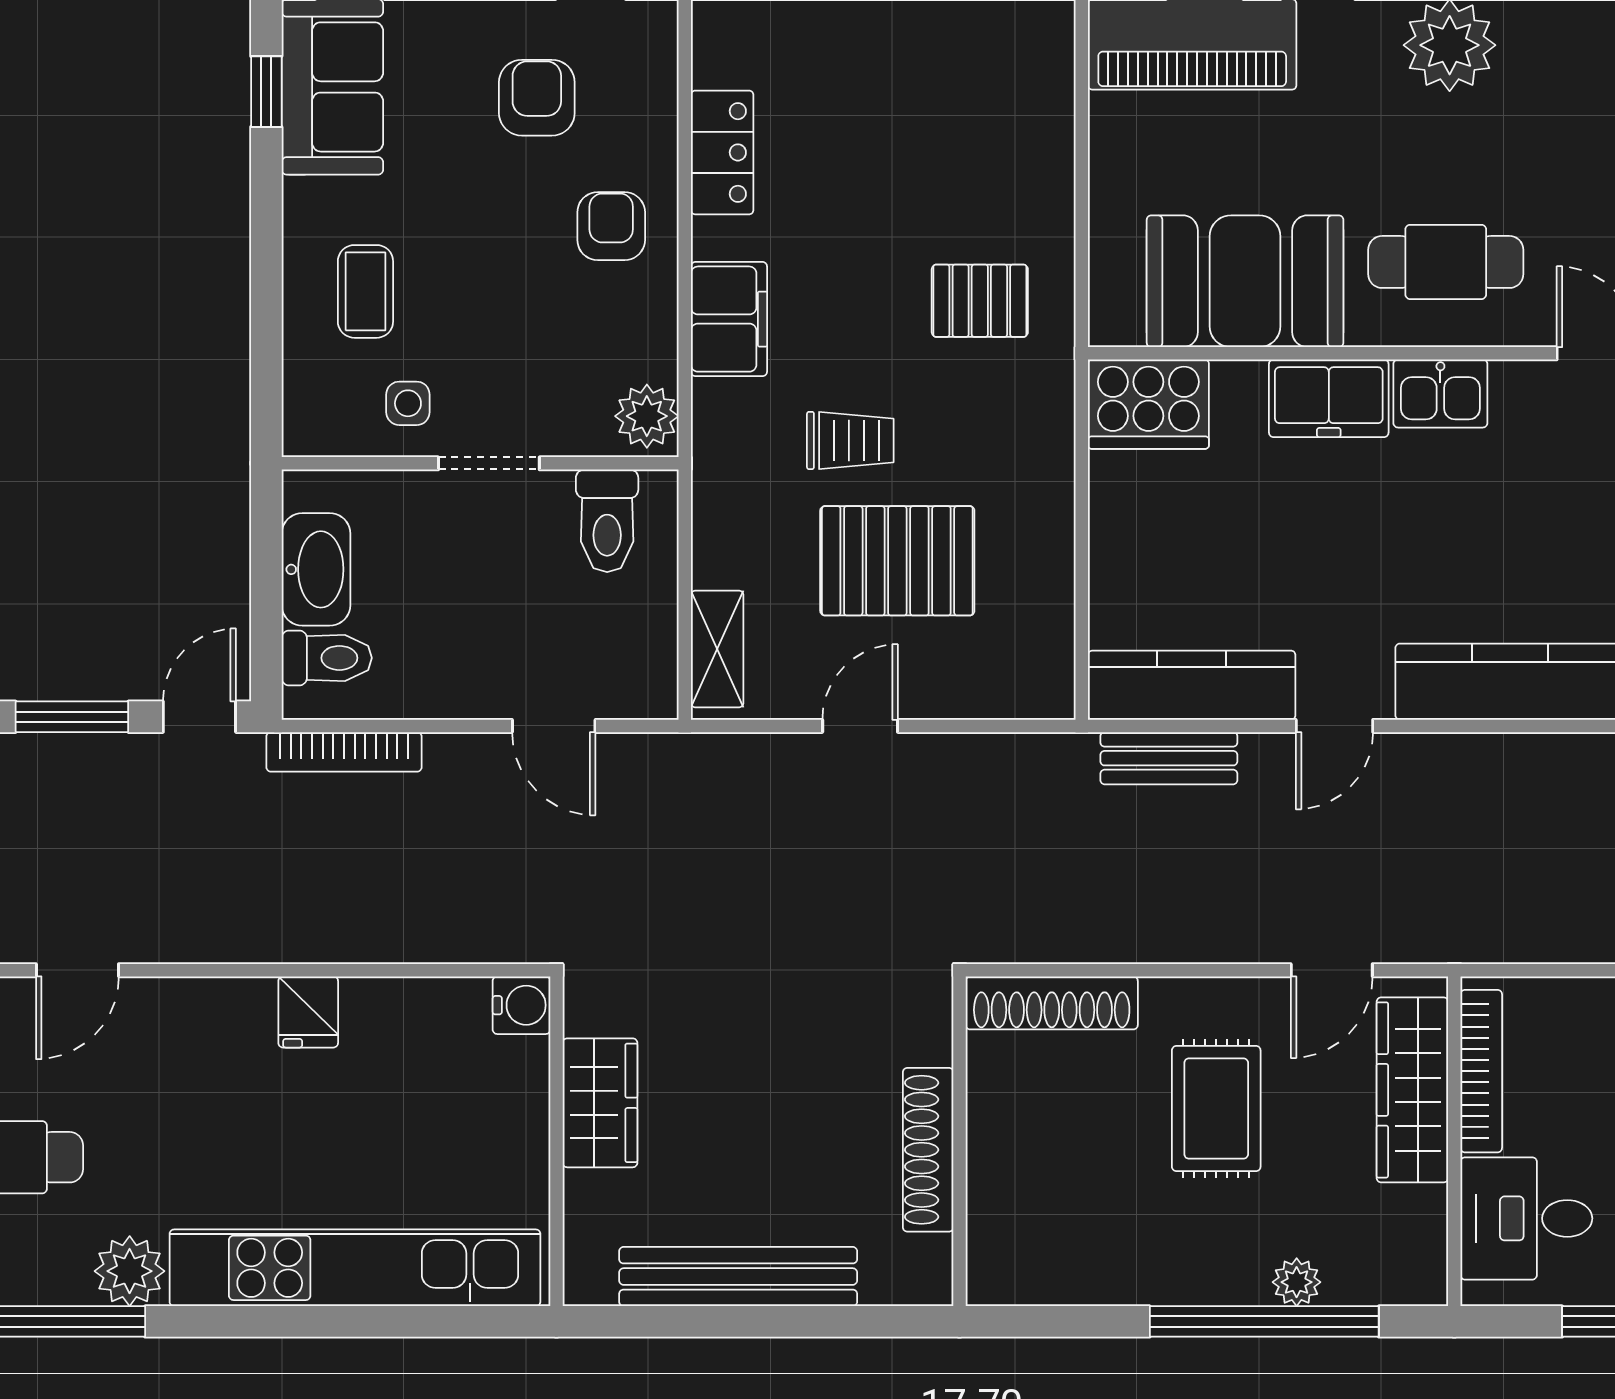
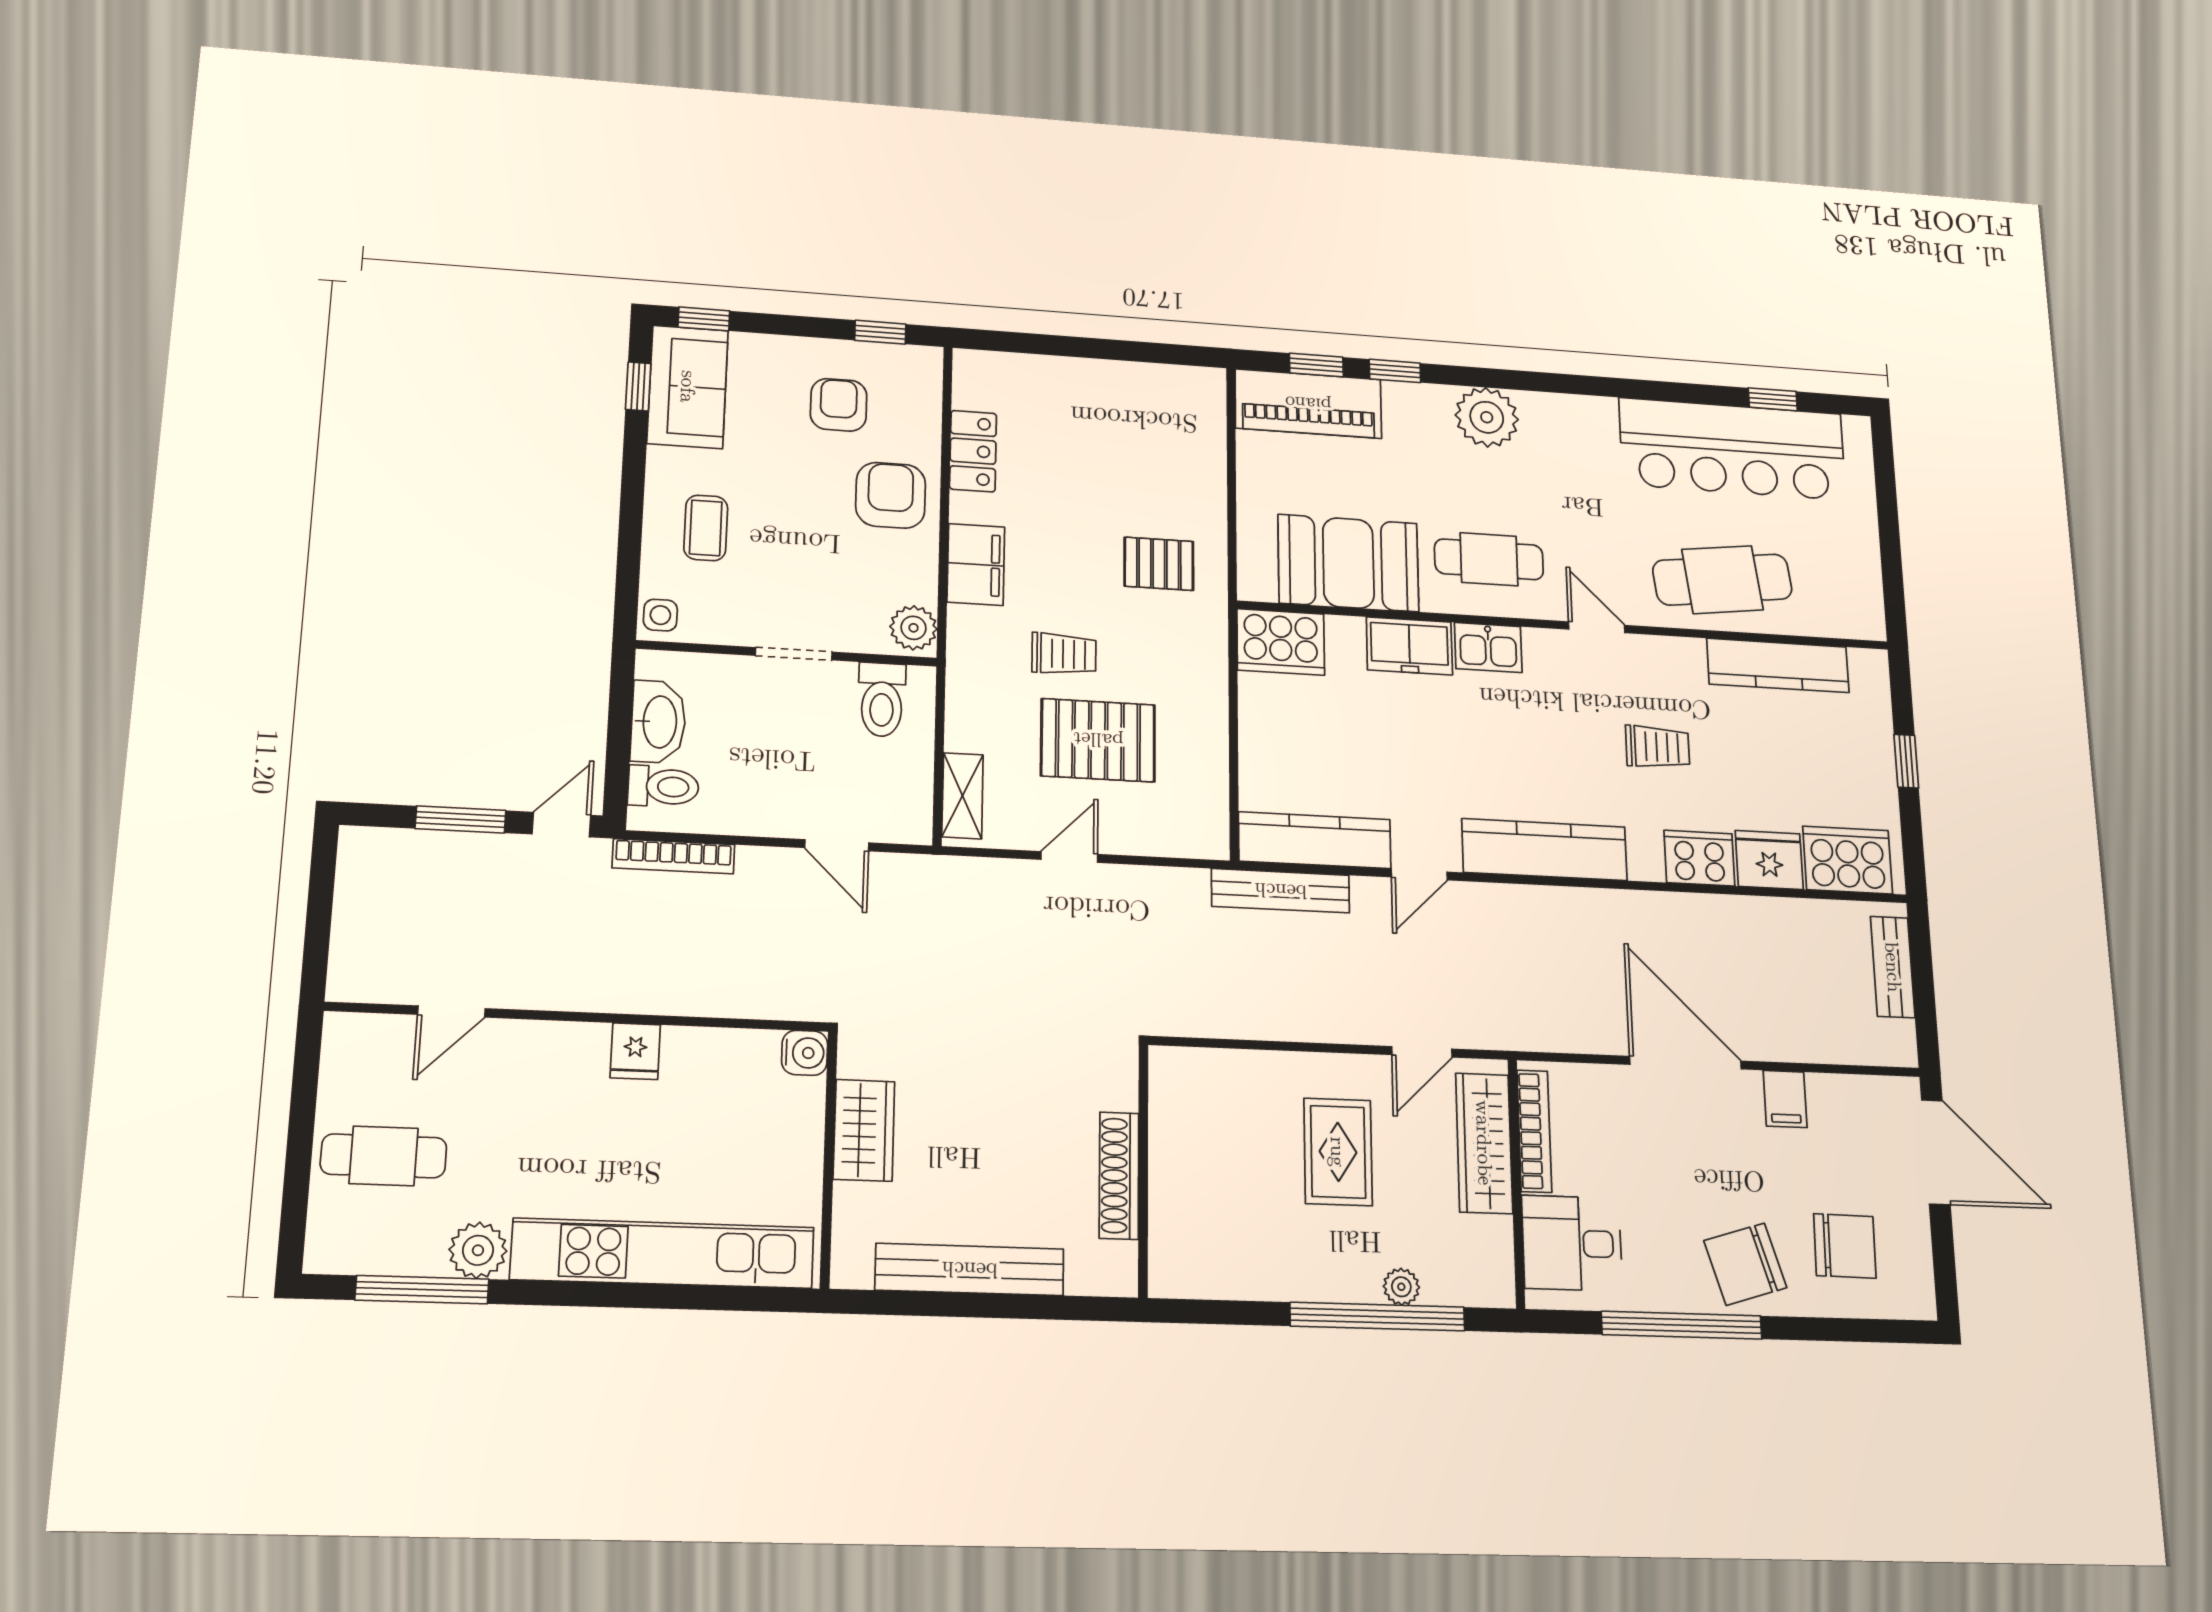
armchair: (611, 226) -> (891, 495), width x1.38, depth x1.38
side table: (408, 403) -> (660, 615), moved
bench: (1169, 758) -> (1281, 891), width x1.36
shoe rack: (1052, 1003) -> (1213, 1068), removed

